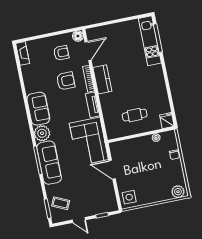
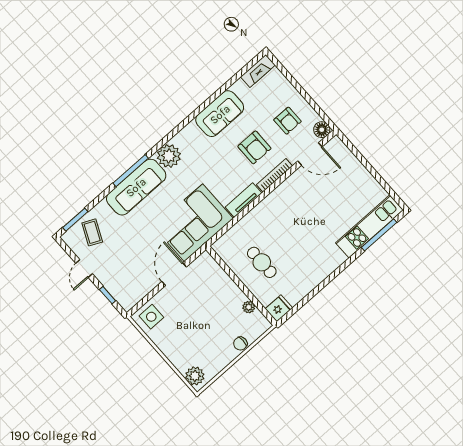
kitchen counter: (102, 79) -> (284, 194), removed
sofa: (38, 109) -> (220, 114), moved

